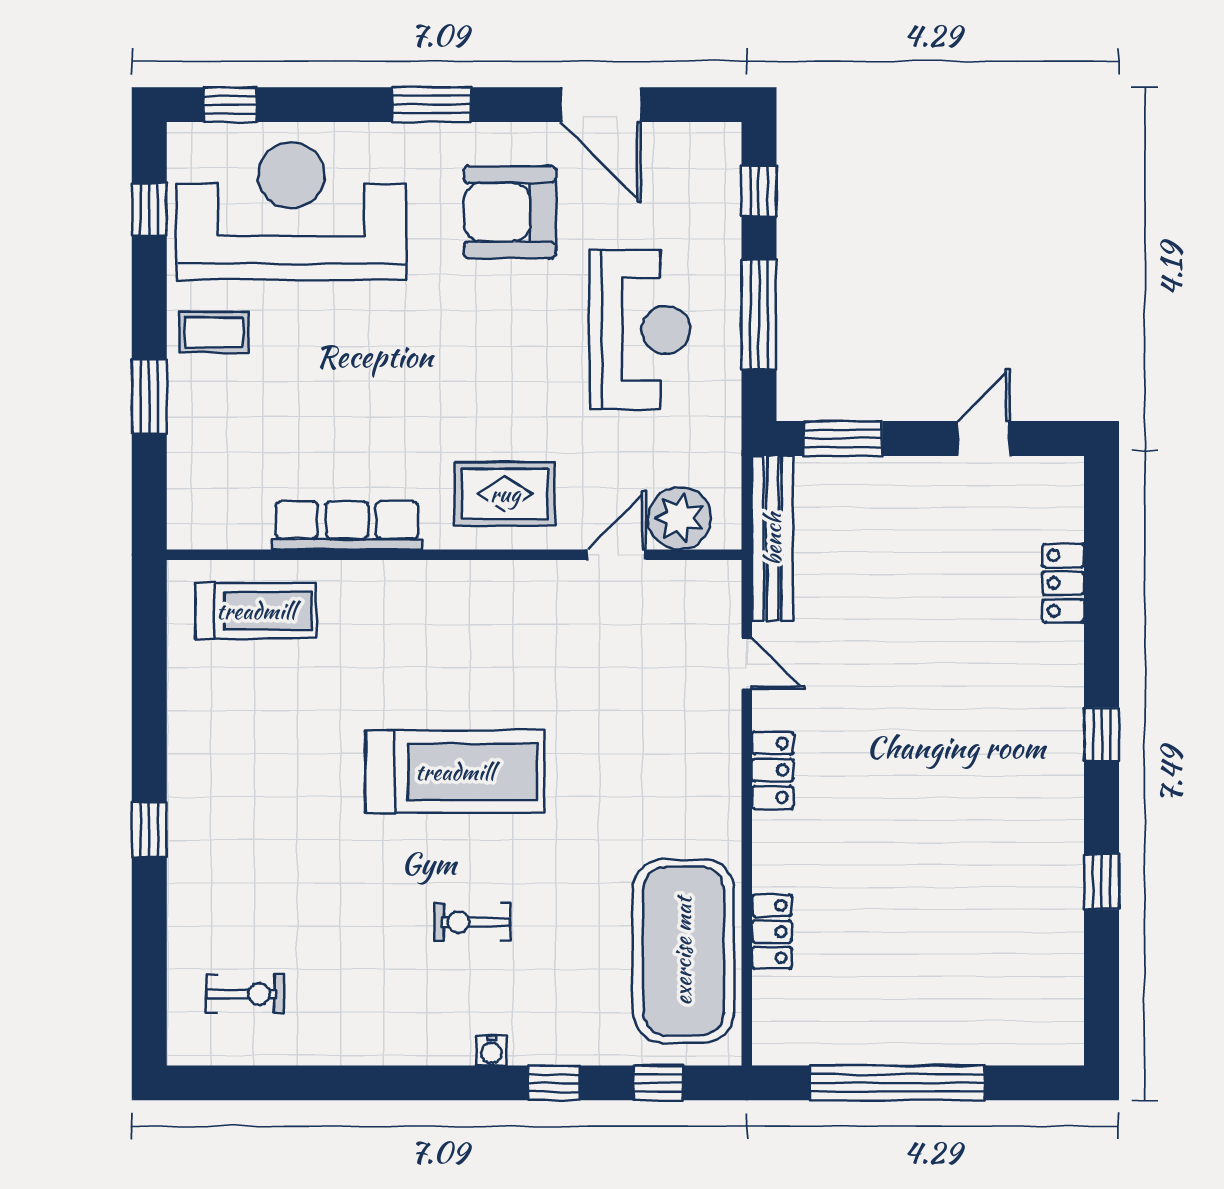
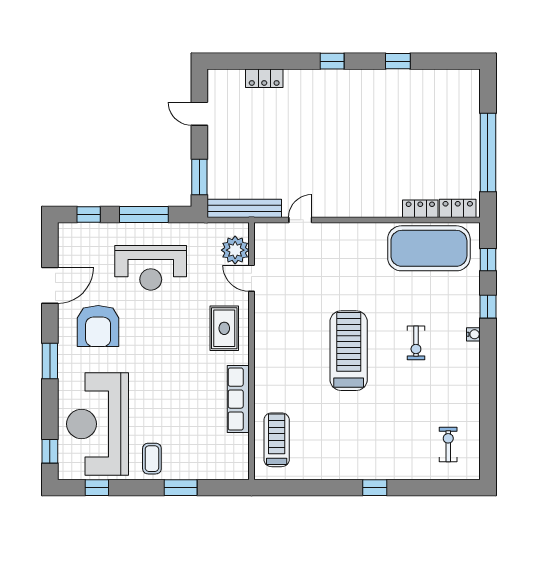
reception desk: (640, 330) -> (151, 268), turned 180
locker: (773, 770) -> (458, 208), moved

